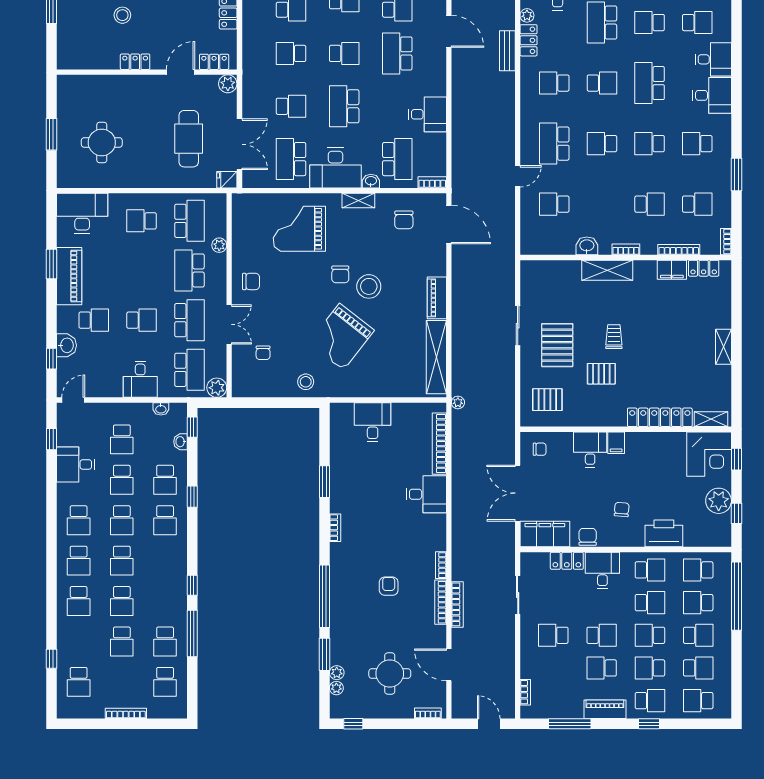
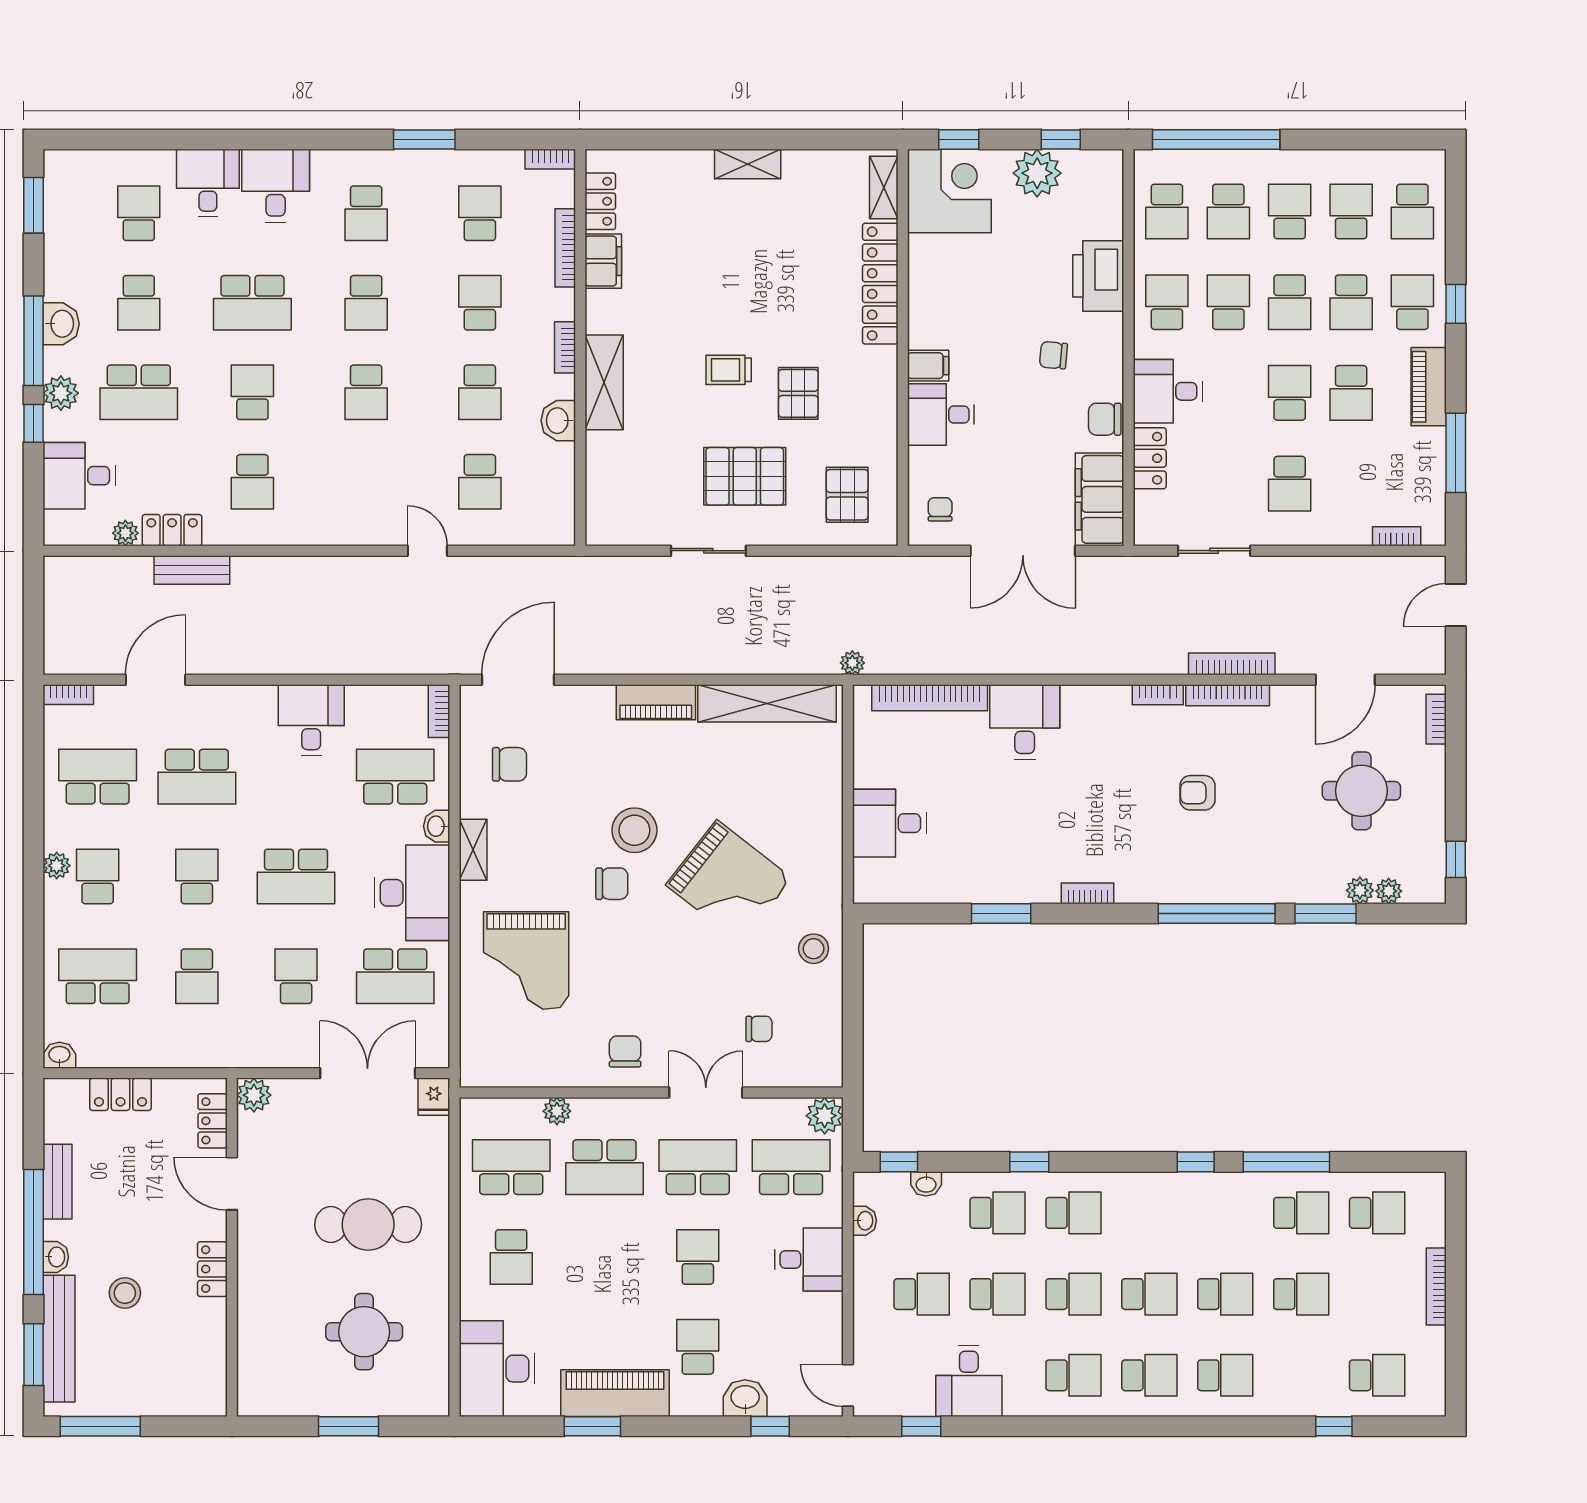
cafe table: (189, 139) -> (368, 1225), moved
school desk: (554, 144) -> (480, 392), moved, width x0.54

